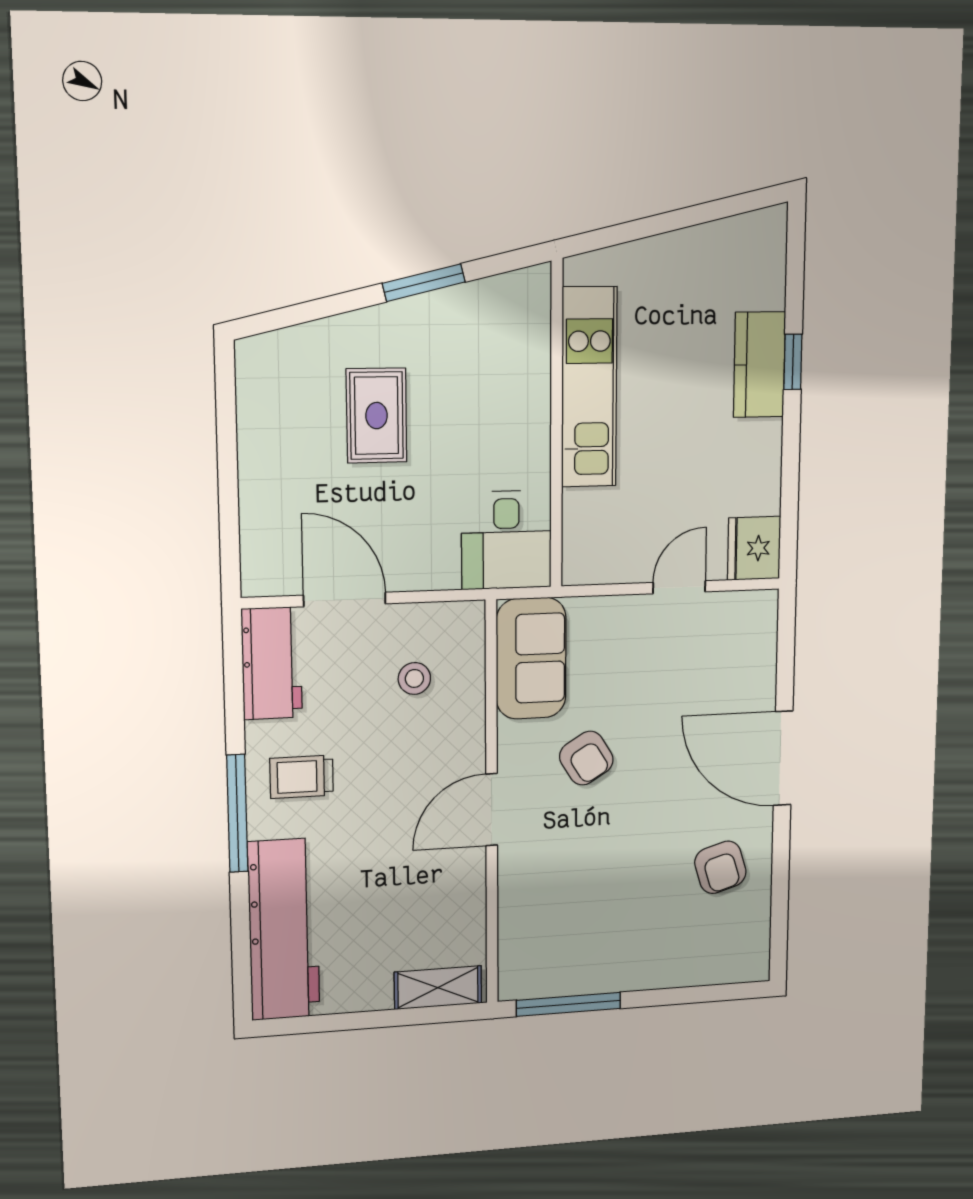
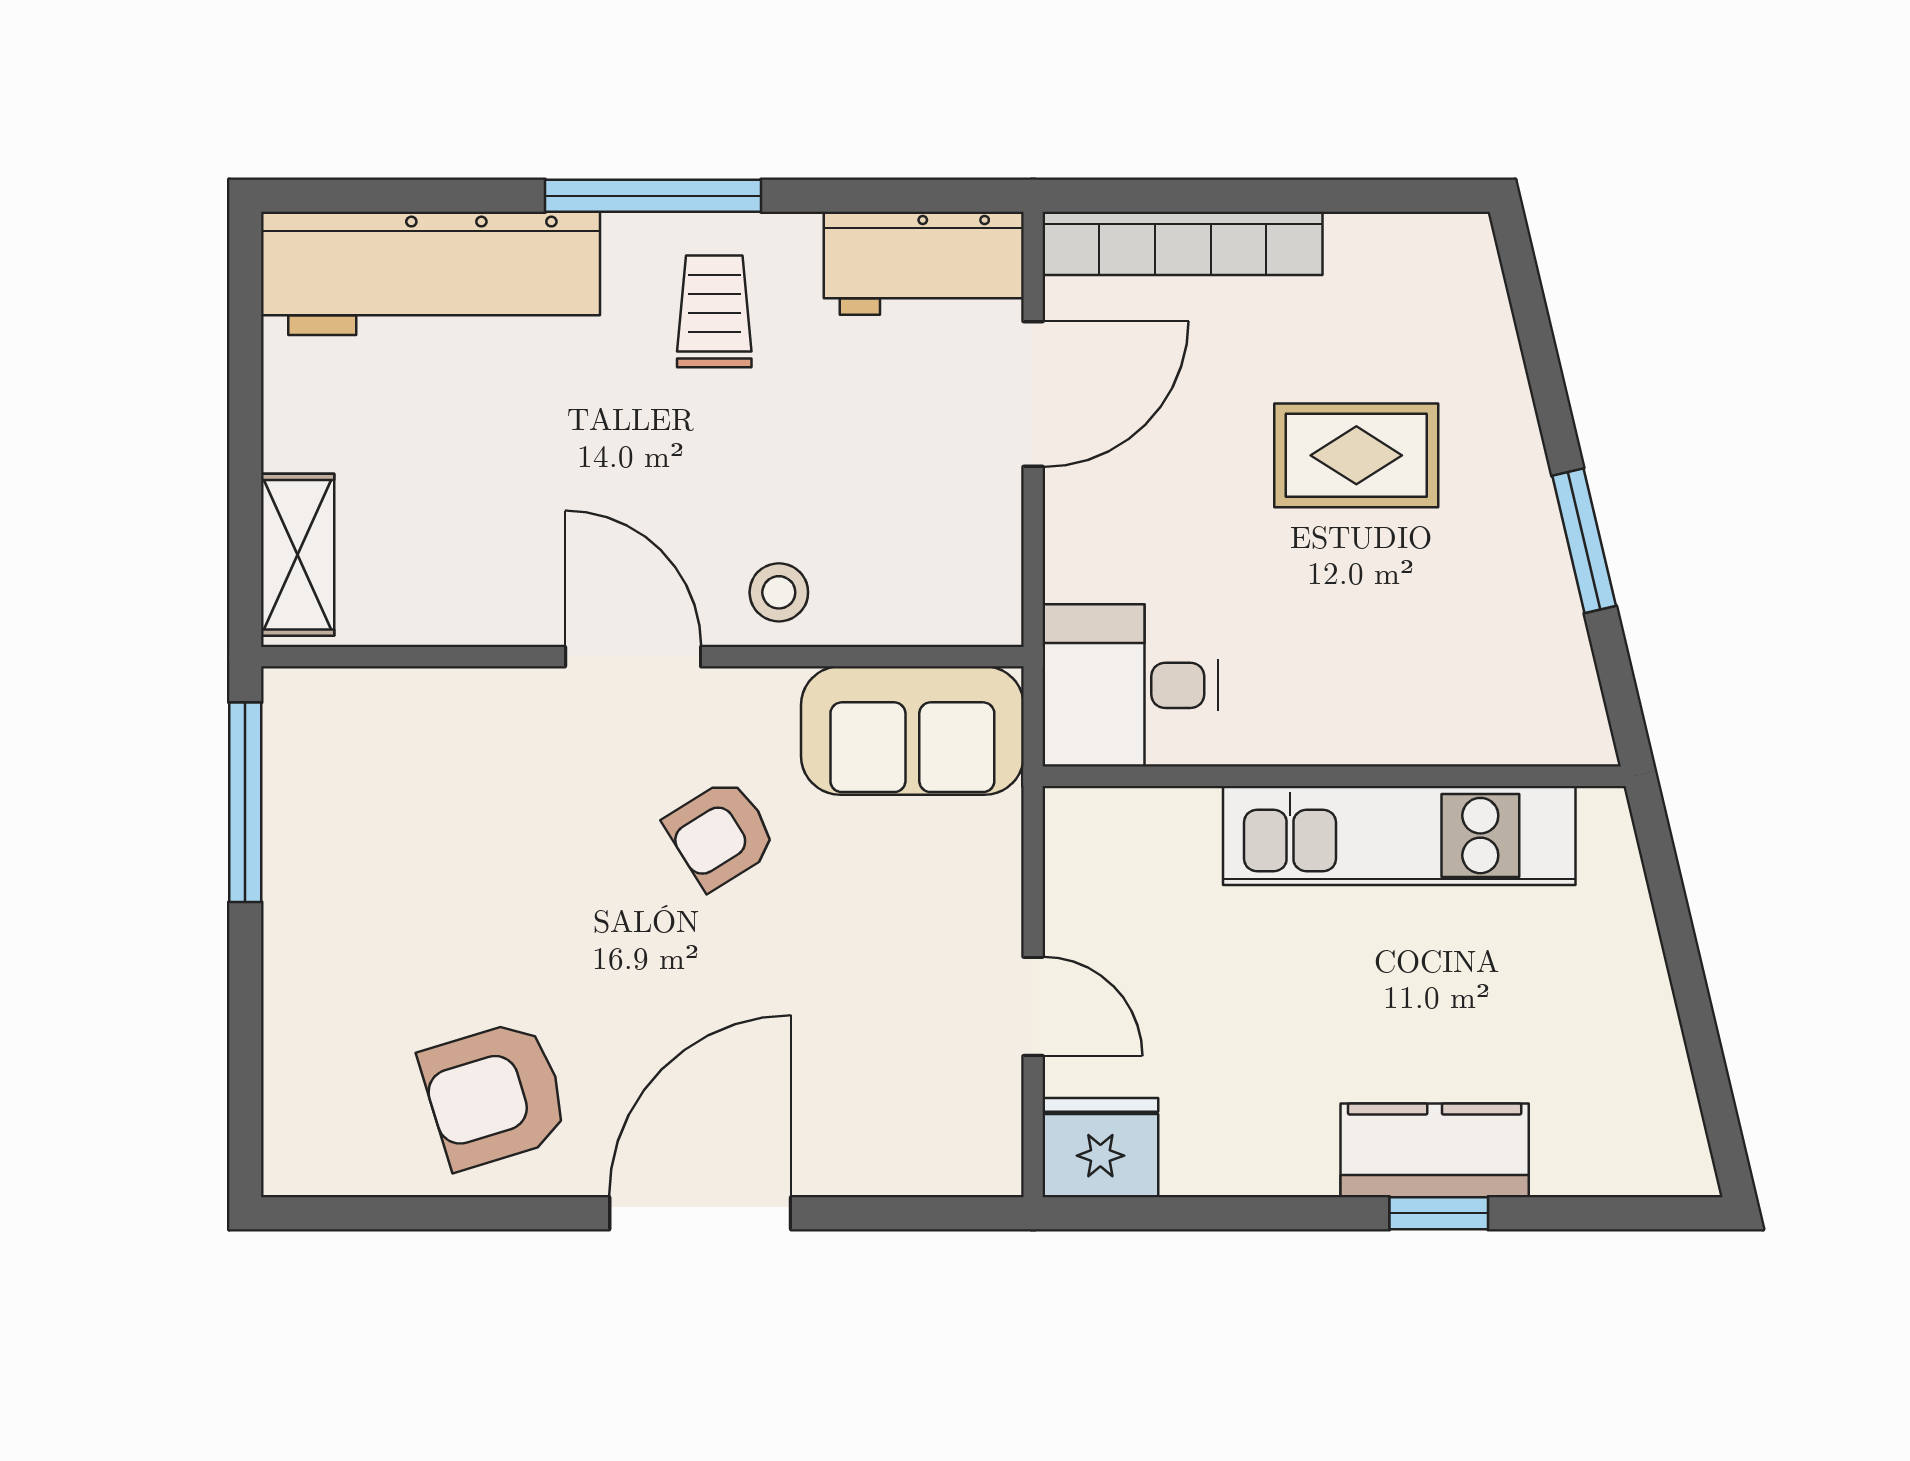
bookcase: (257, 518) -> (1183, 243), added
stool: (414, 678) -> (779, 592), moved
armchair: (720, 867) -> (495, 1095), width x1.38, depth x1.38

